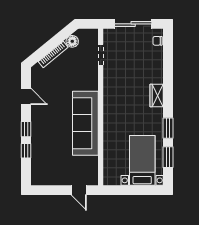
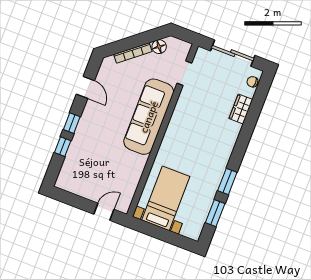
wardrobe: (157, 96) -> (241, 109), moved
sofa: (85, 123) -> (149, 117), moved
bed with nightstands: (142, 160) -> (166, 198), moved
door: (79, 190) -> (104, 212), swing flipped

